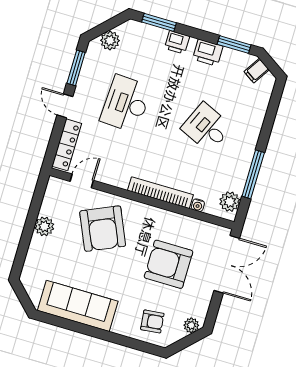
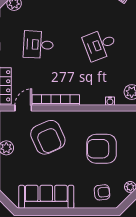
desk: (126, 104) -> (38, 45), width x0.73
desk: (207, 127) -> (100, 45), turned -45
bookcase: (160, 193) -> (56, 100), moved

